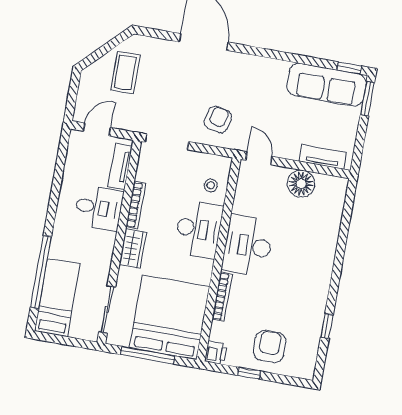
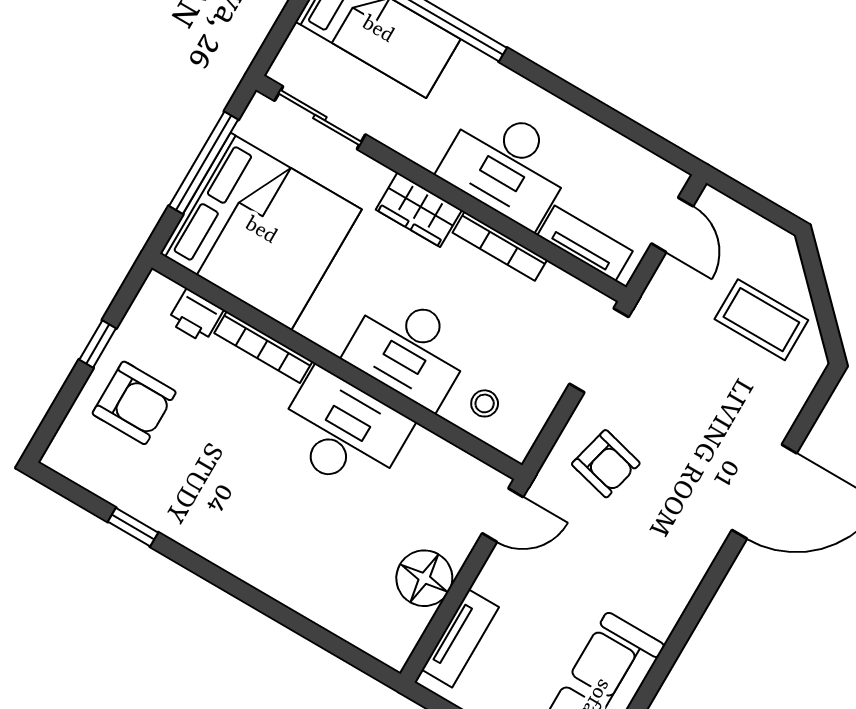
desk: (99, 208) -> (507, 165), width x1.37
printer: (216, 353) -> (196, 316), moved

